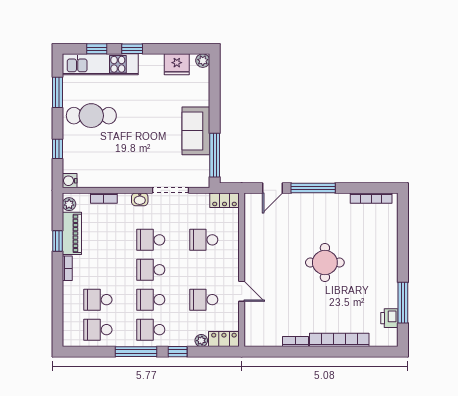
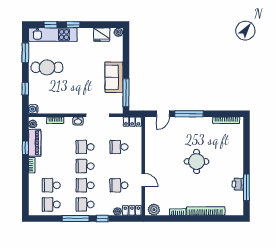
printer: (389, 318) -> (238, 184), moved
plant: (258, 338) -> (154, 210), added

